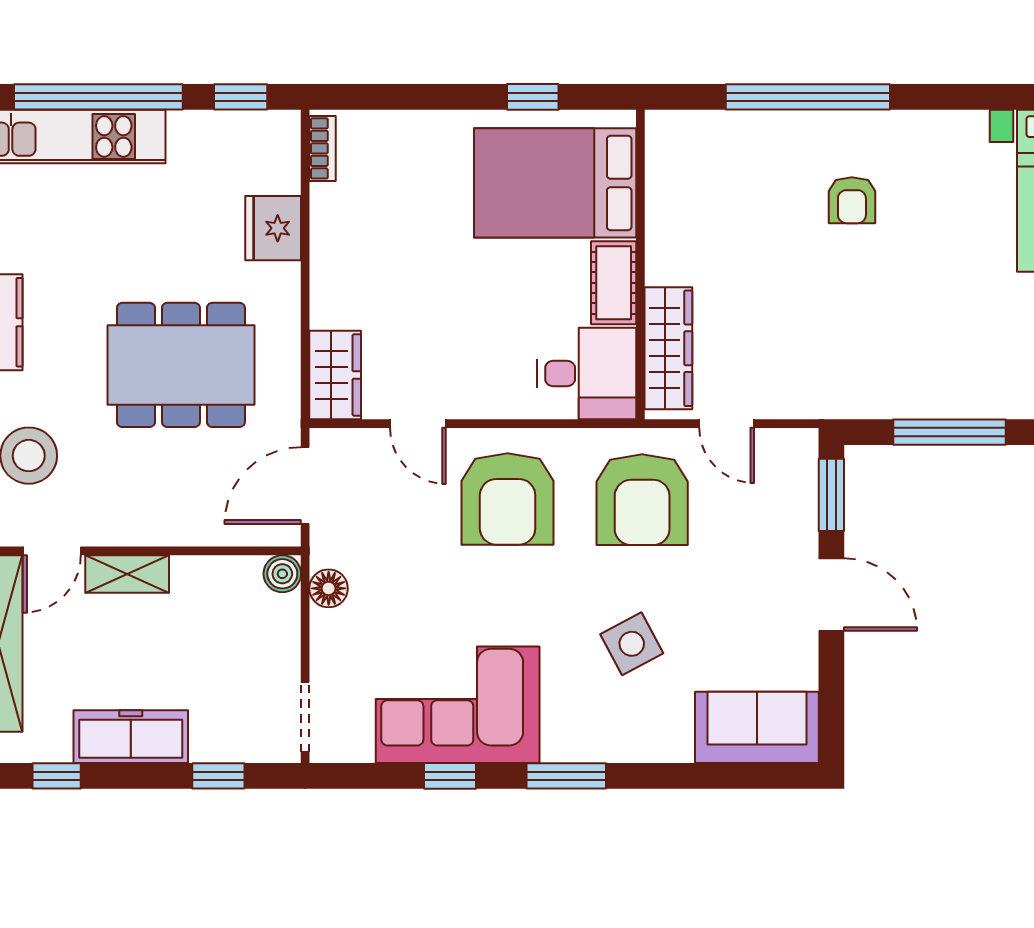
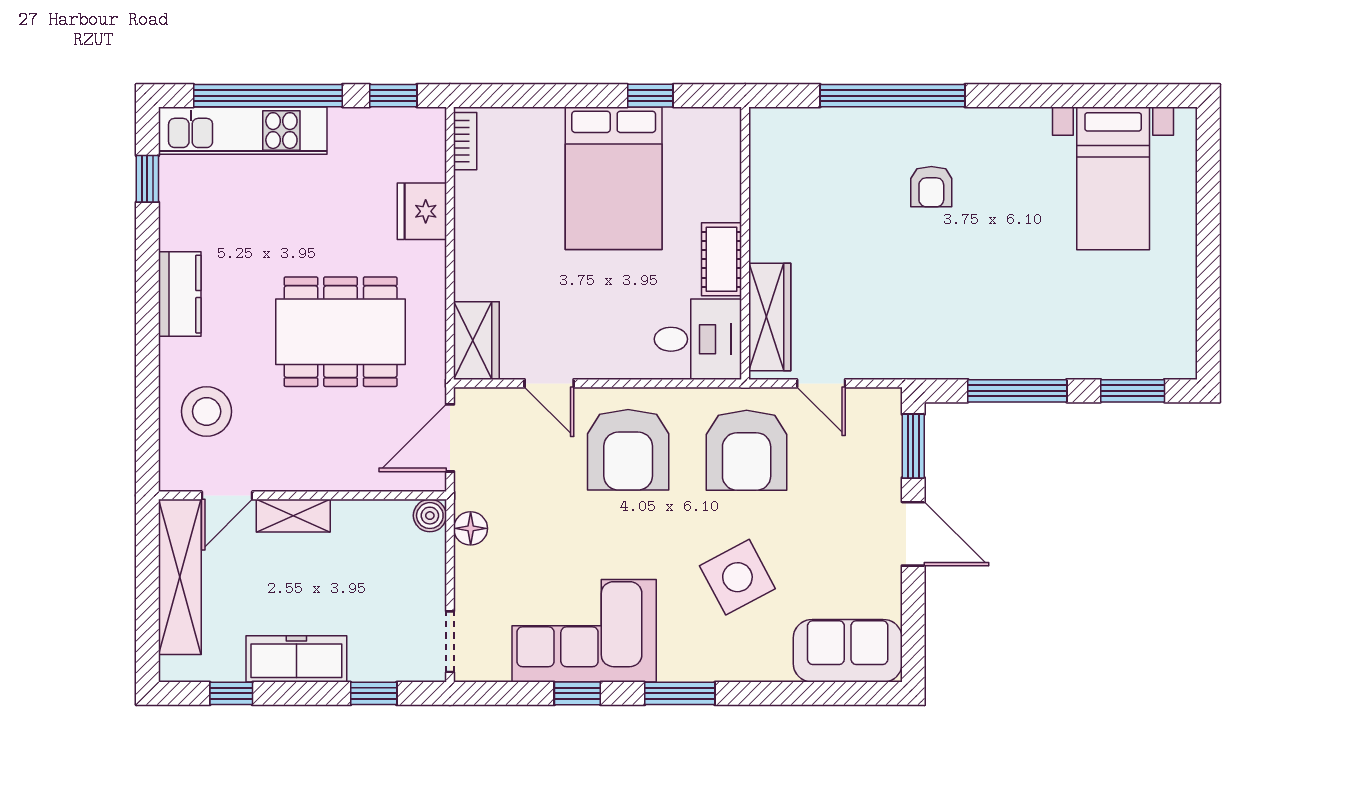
bed: (555, 183) -> (614, 178), moved, turned -90
side table: (632, 644) -> (737, 577), width x1.37, depth x1.37

